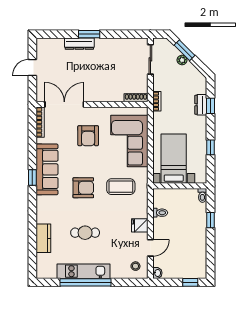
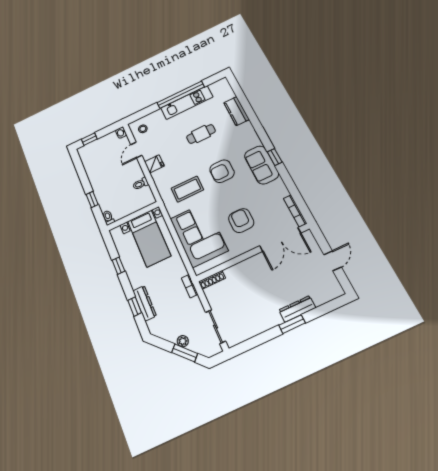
dresser: (201, 105) -> (145, 303), width x1.44
sofa: (47, 169) -> (261, 165), width x0.73

